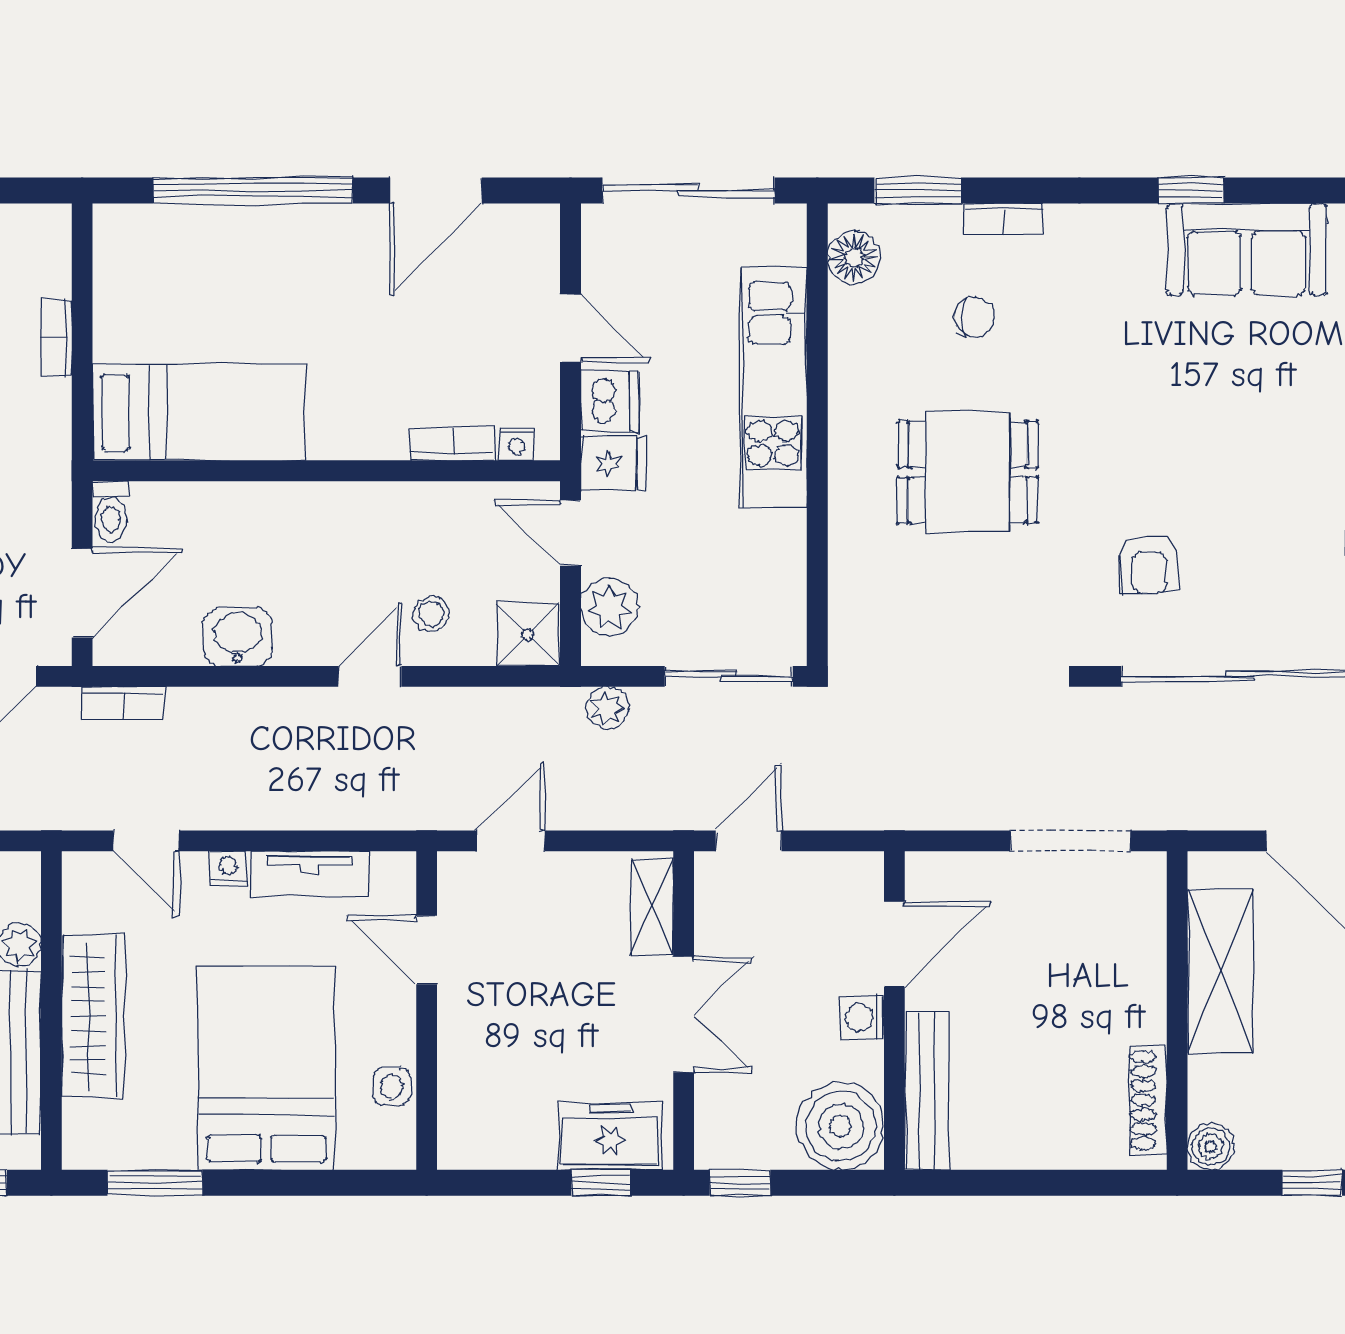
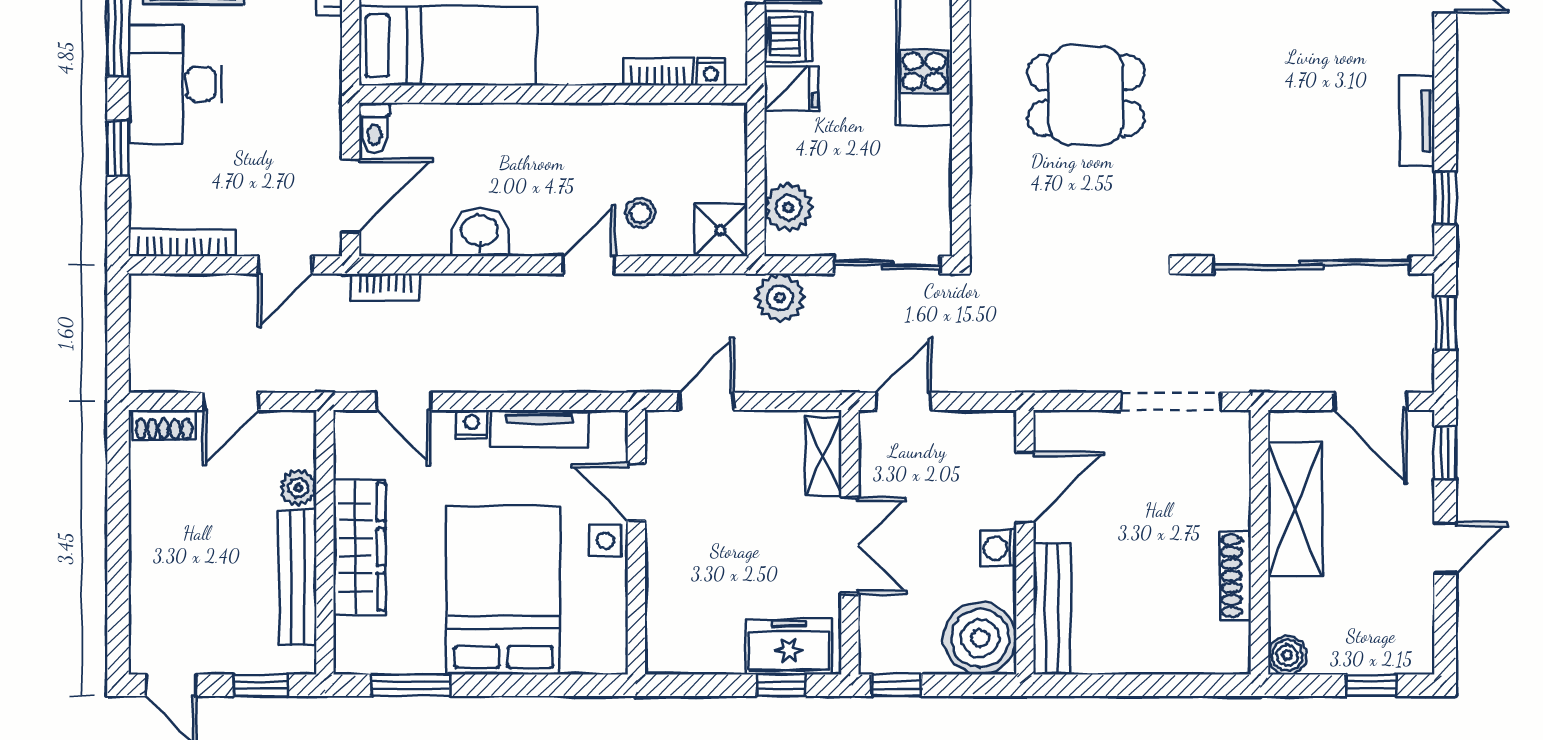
door: (571, 533) -> (756, 146), removed
armchair: (1149, 565) -> (1236, 172), removed
plant: (607, 708) -> (780, 298), width x1.38, depth x1.38
side table: (392, 1087) -> (605, 541), moved
shoe rack: (1148, 1100) -> (1235, 576), moved

